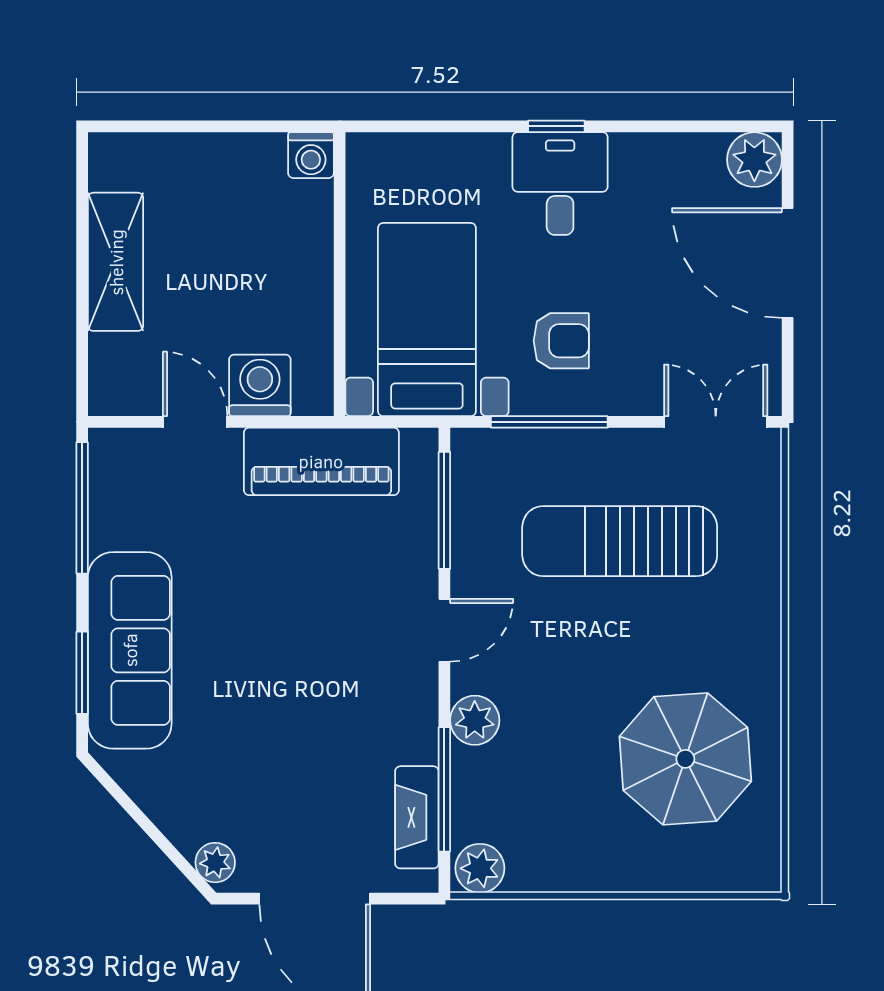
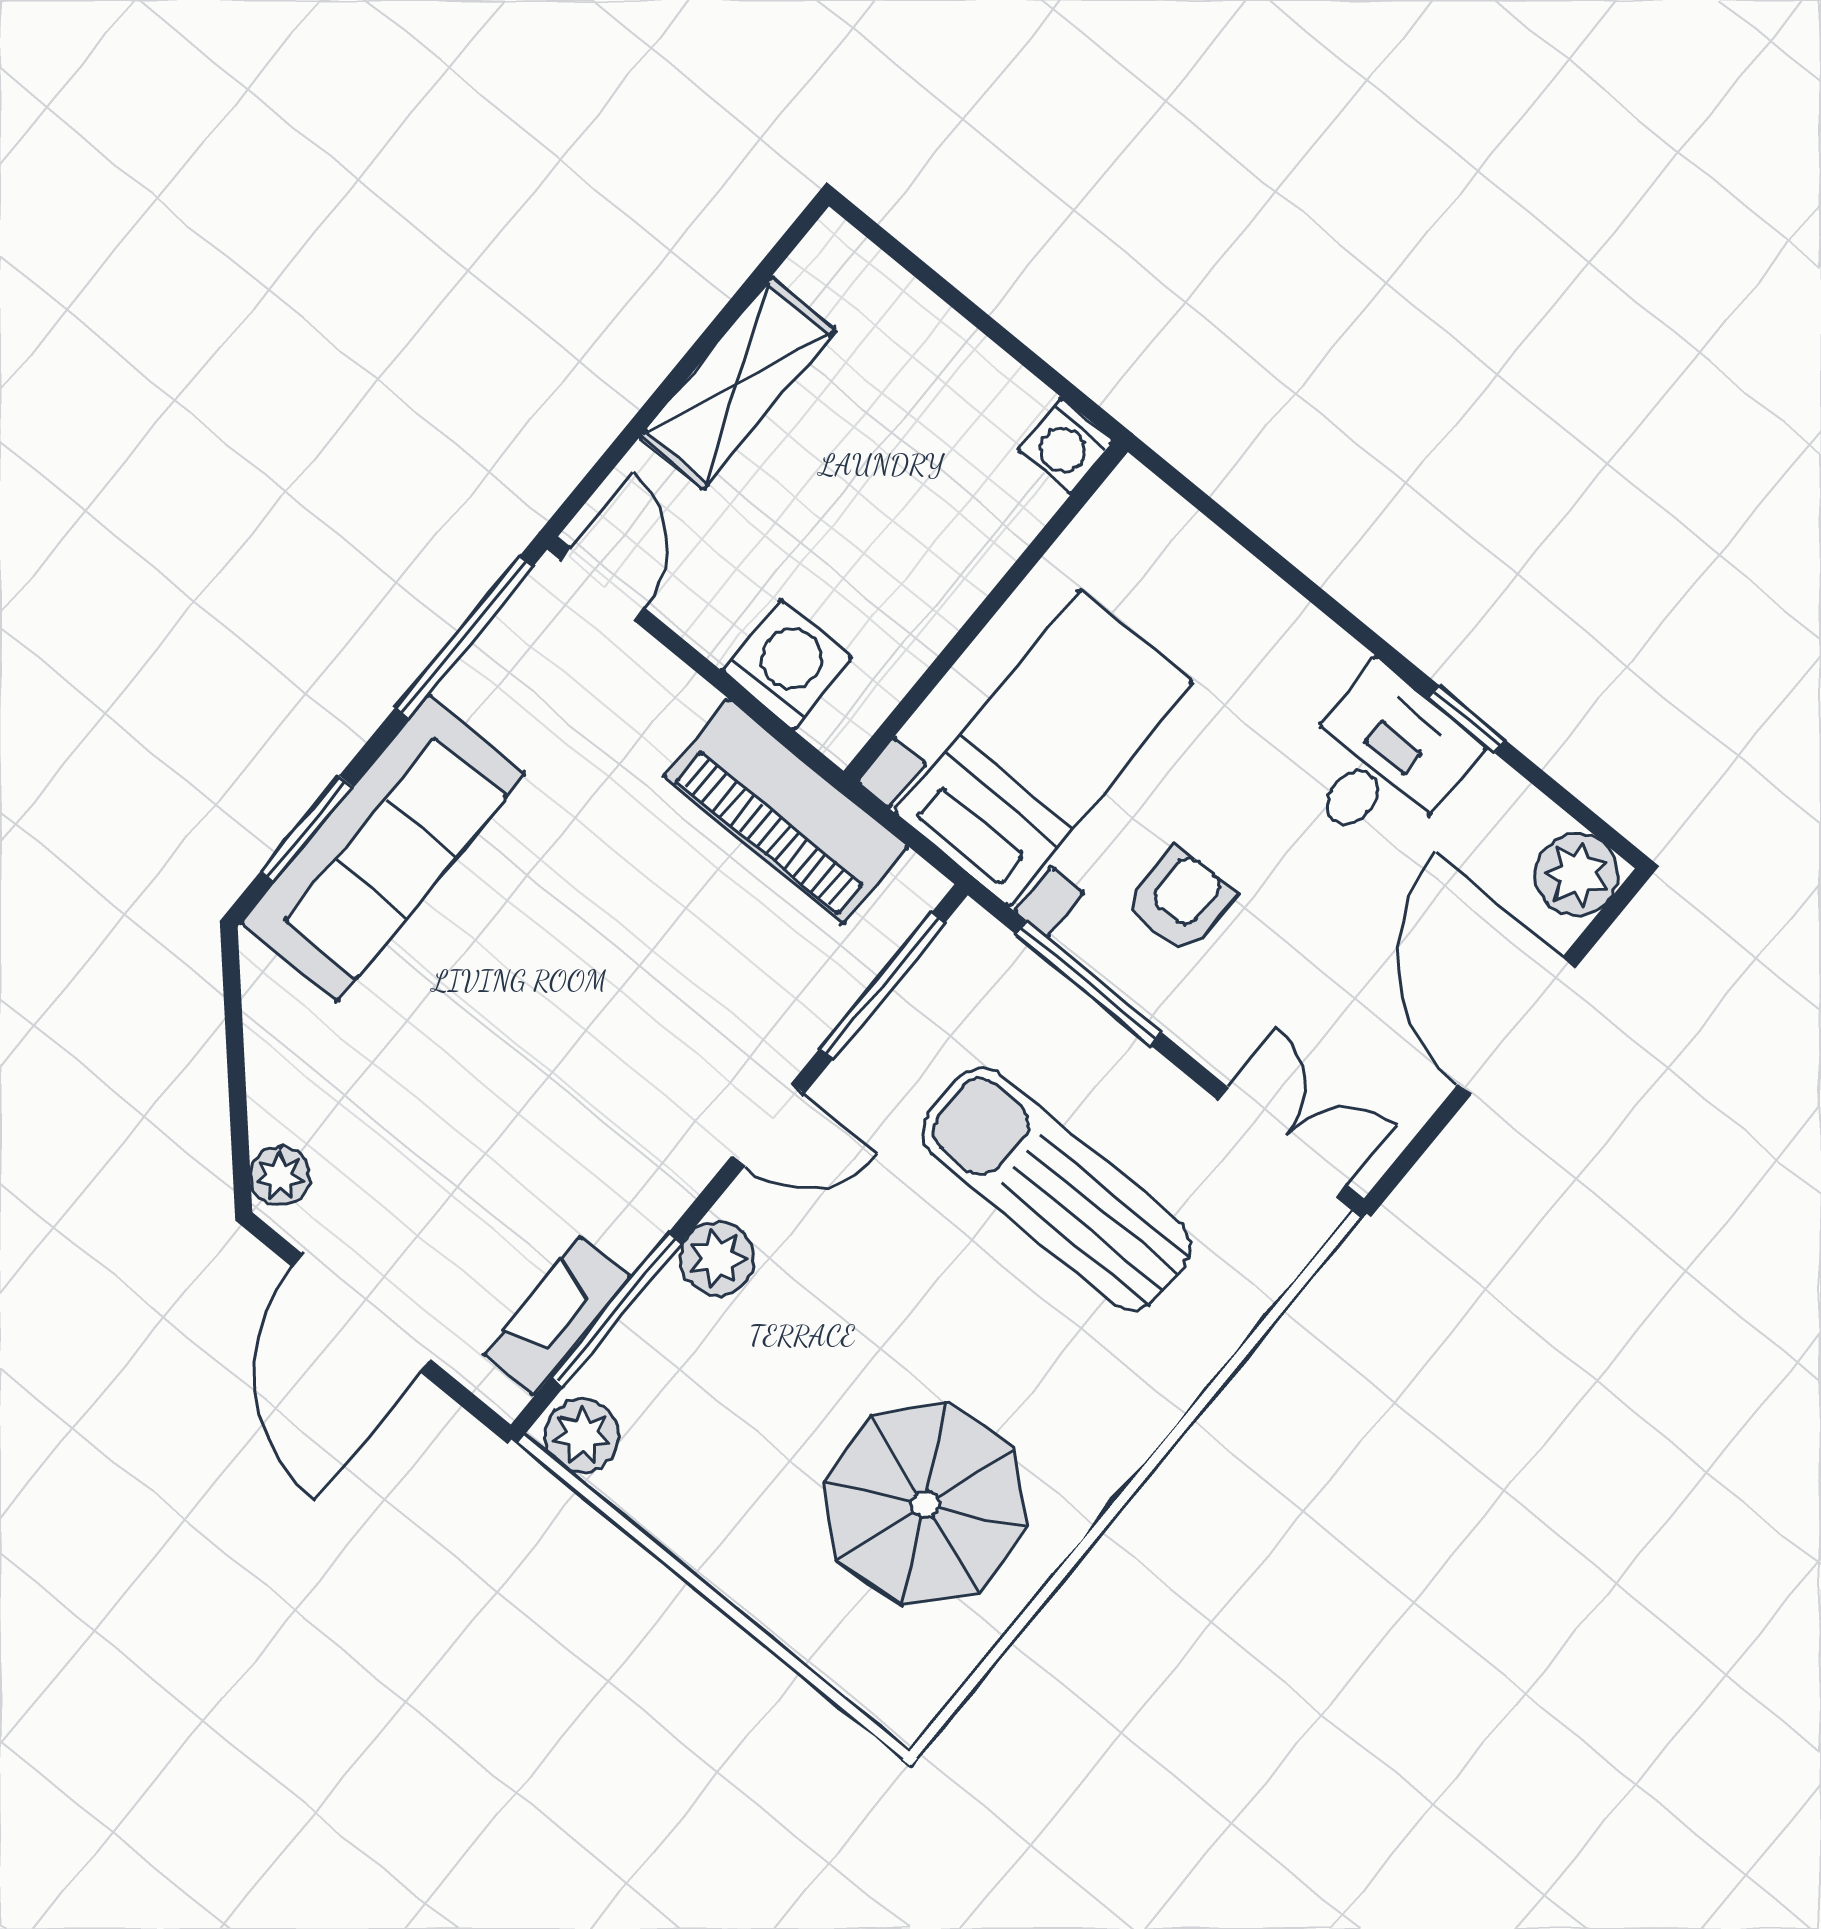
window: (556, 126) -> (1467, 719), moved
desk: (560, 184) -> (1383, 761), moved
armchair: (561, 341) -> (1180, 900), turned -90
door: (195, 422) -> (602, 584), moved

